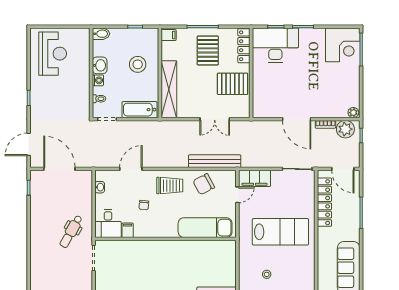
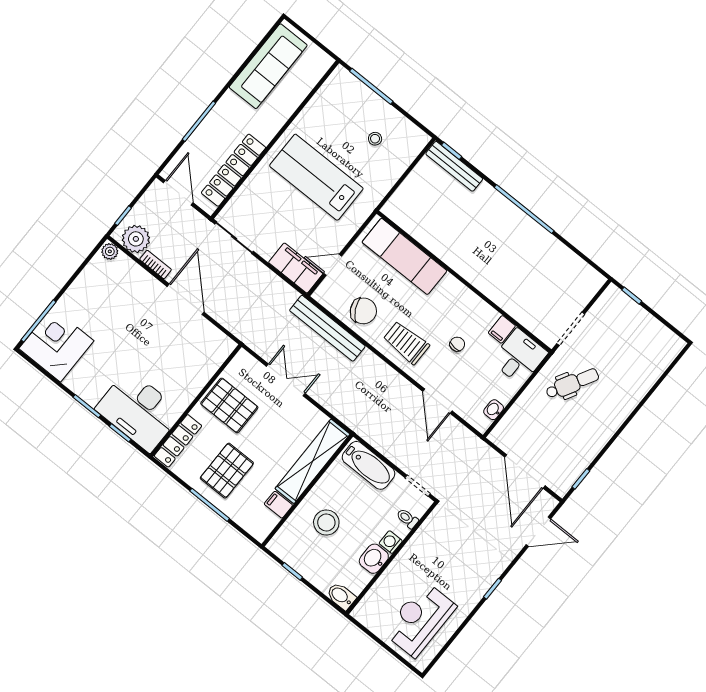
filing cabinet: (169, 35) -> (278, 505), moved
door: (131, 169) -> (437, 401), hinge flipped

